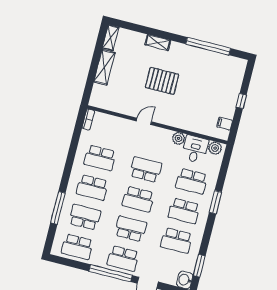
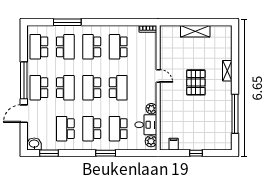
shelving: (111, 38) -> (221, 30), removed

